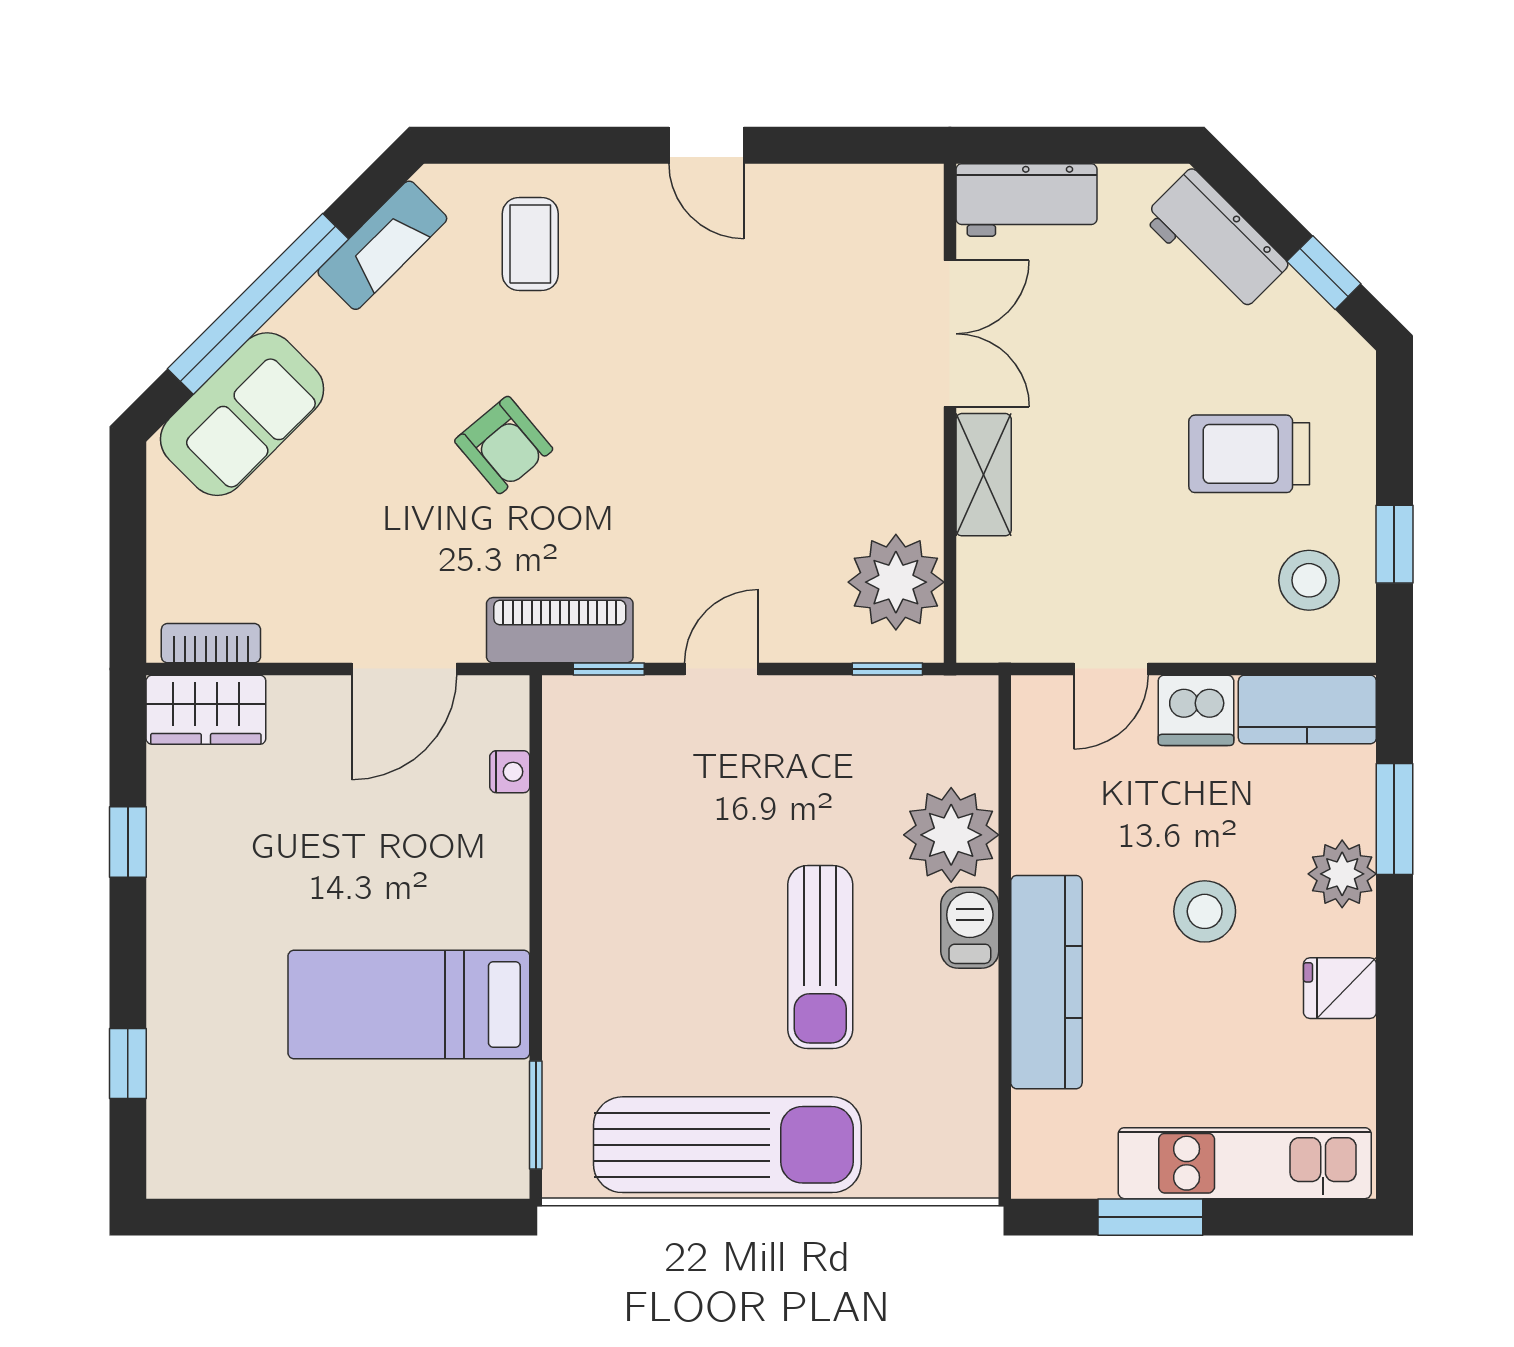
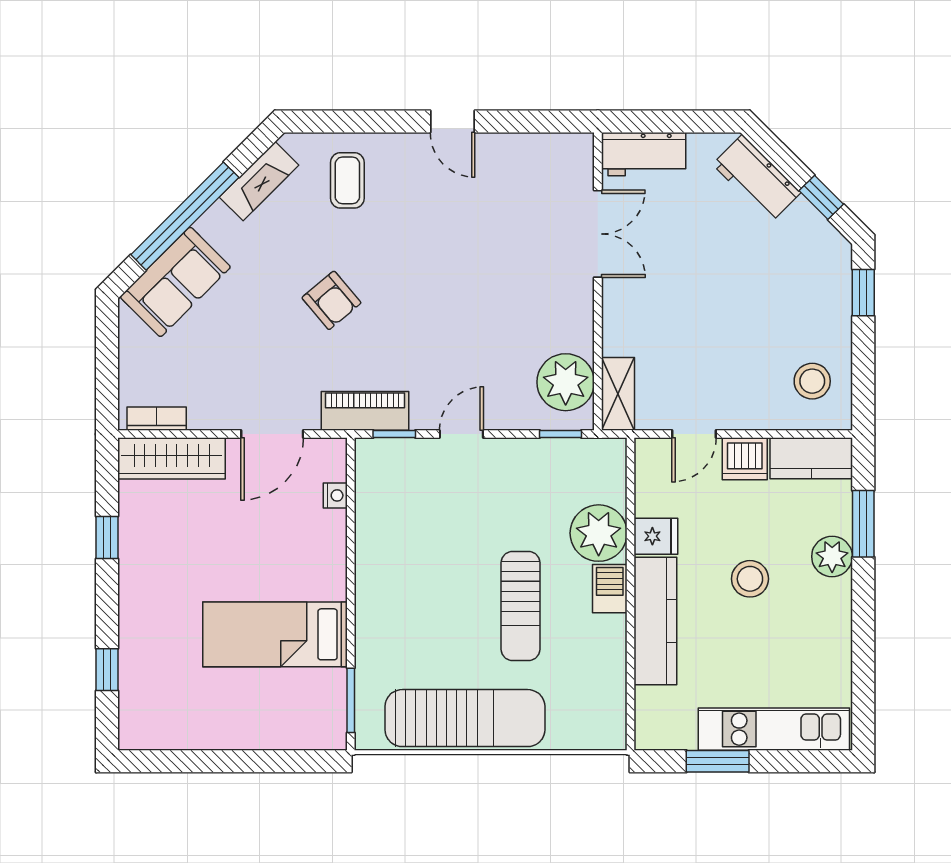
trolley: (1249, 454) -> (776, 306), removed
shelving: (984, 475) -> (618, 394), moved
window: (1394, 544) -> (863, 293), moved
wardrobe: (206, 710) -> (172, 458), width x1.50
fridge: (1340, 988) -> (656, 536), moved, turned 180

